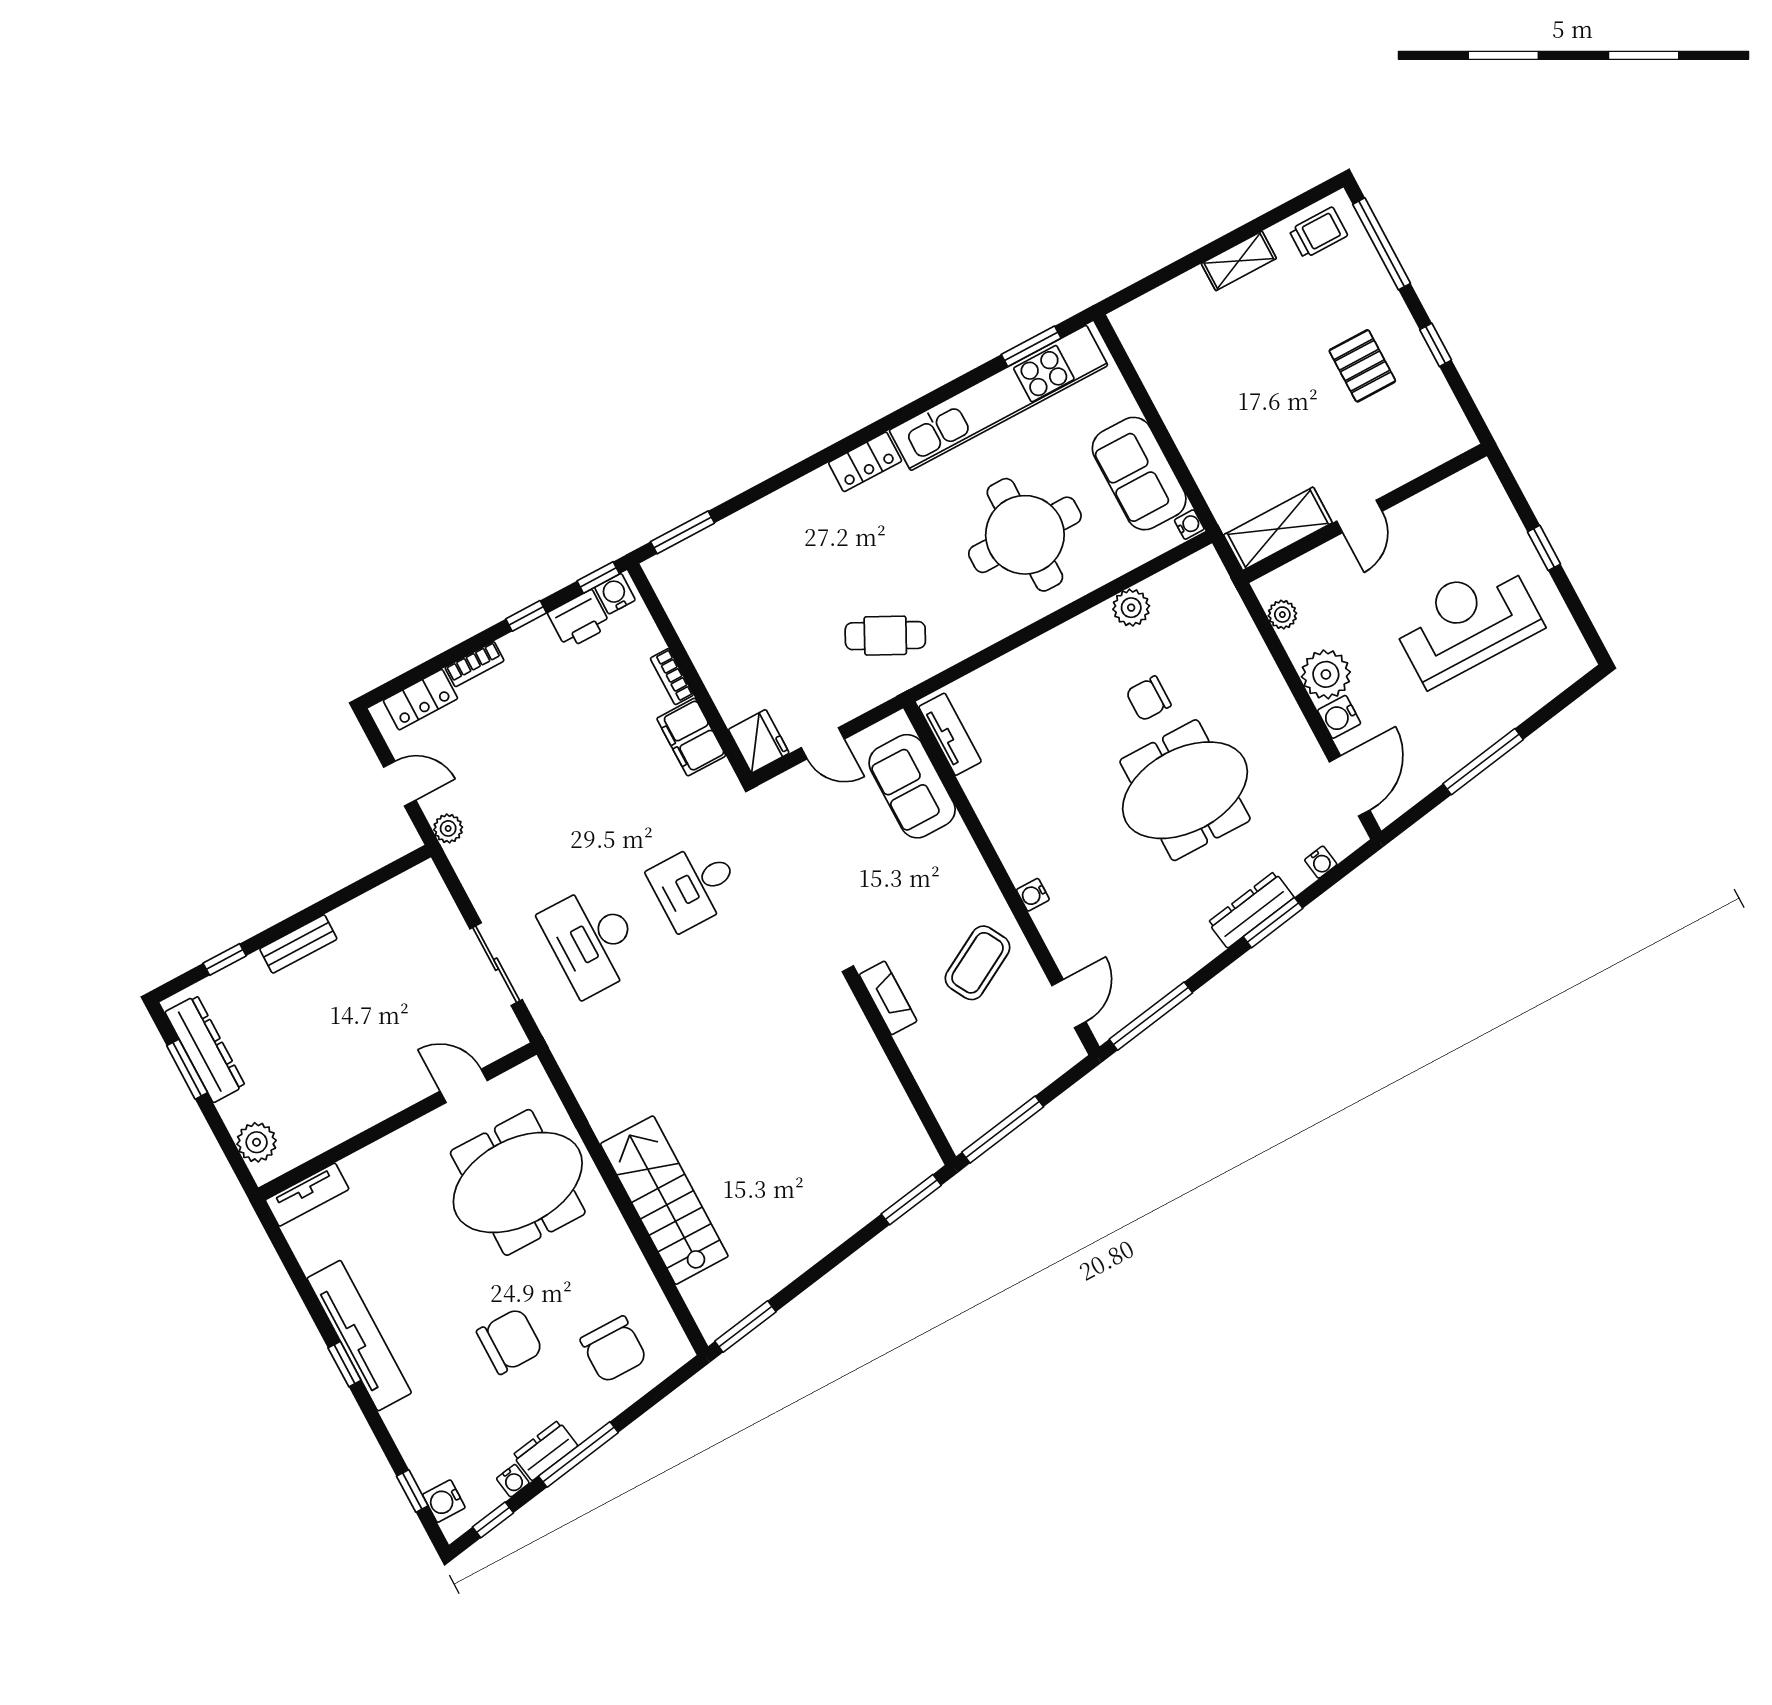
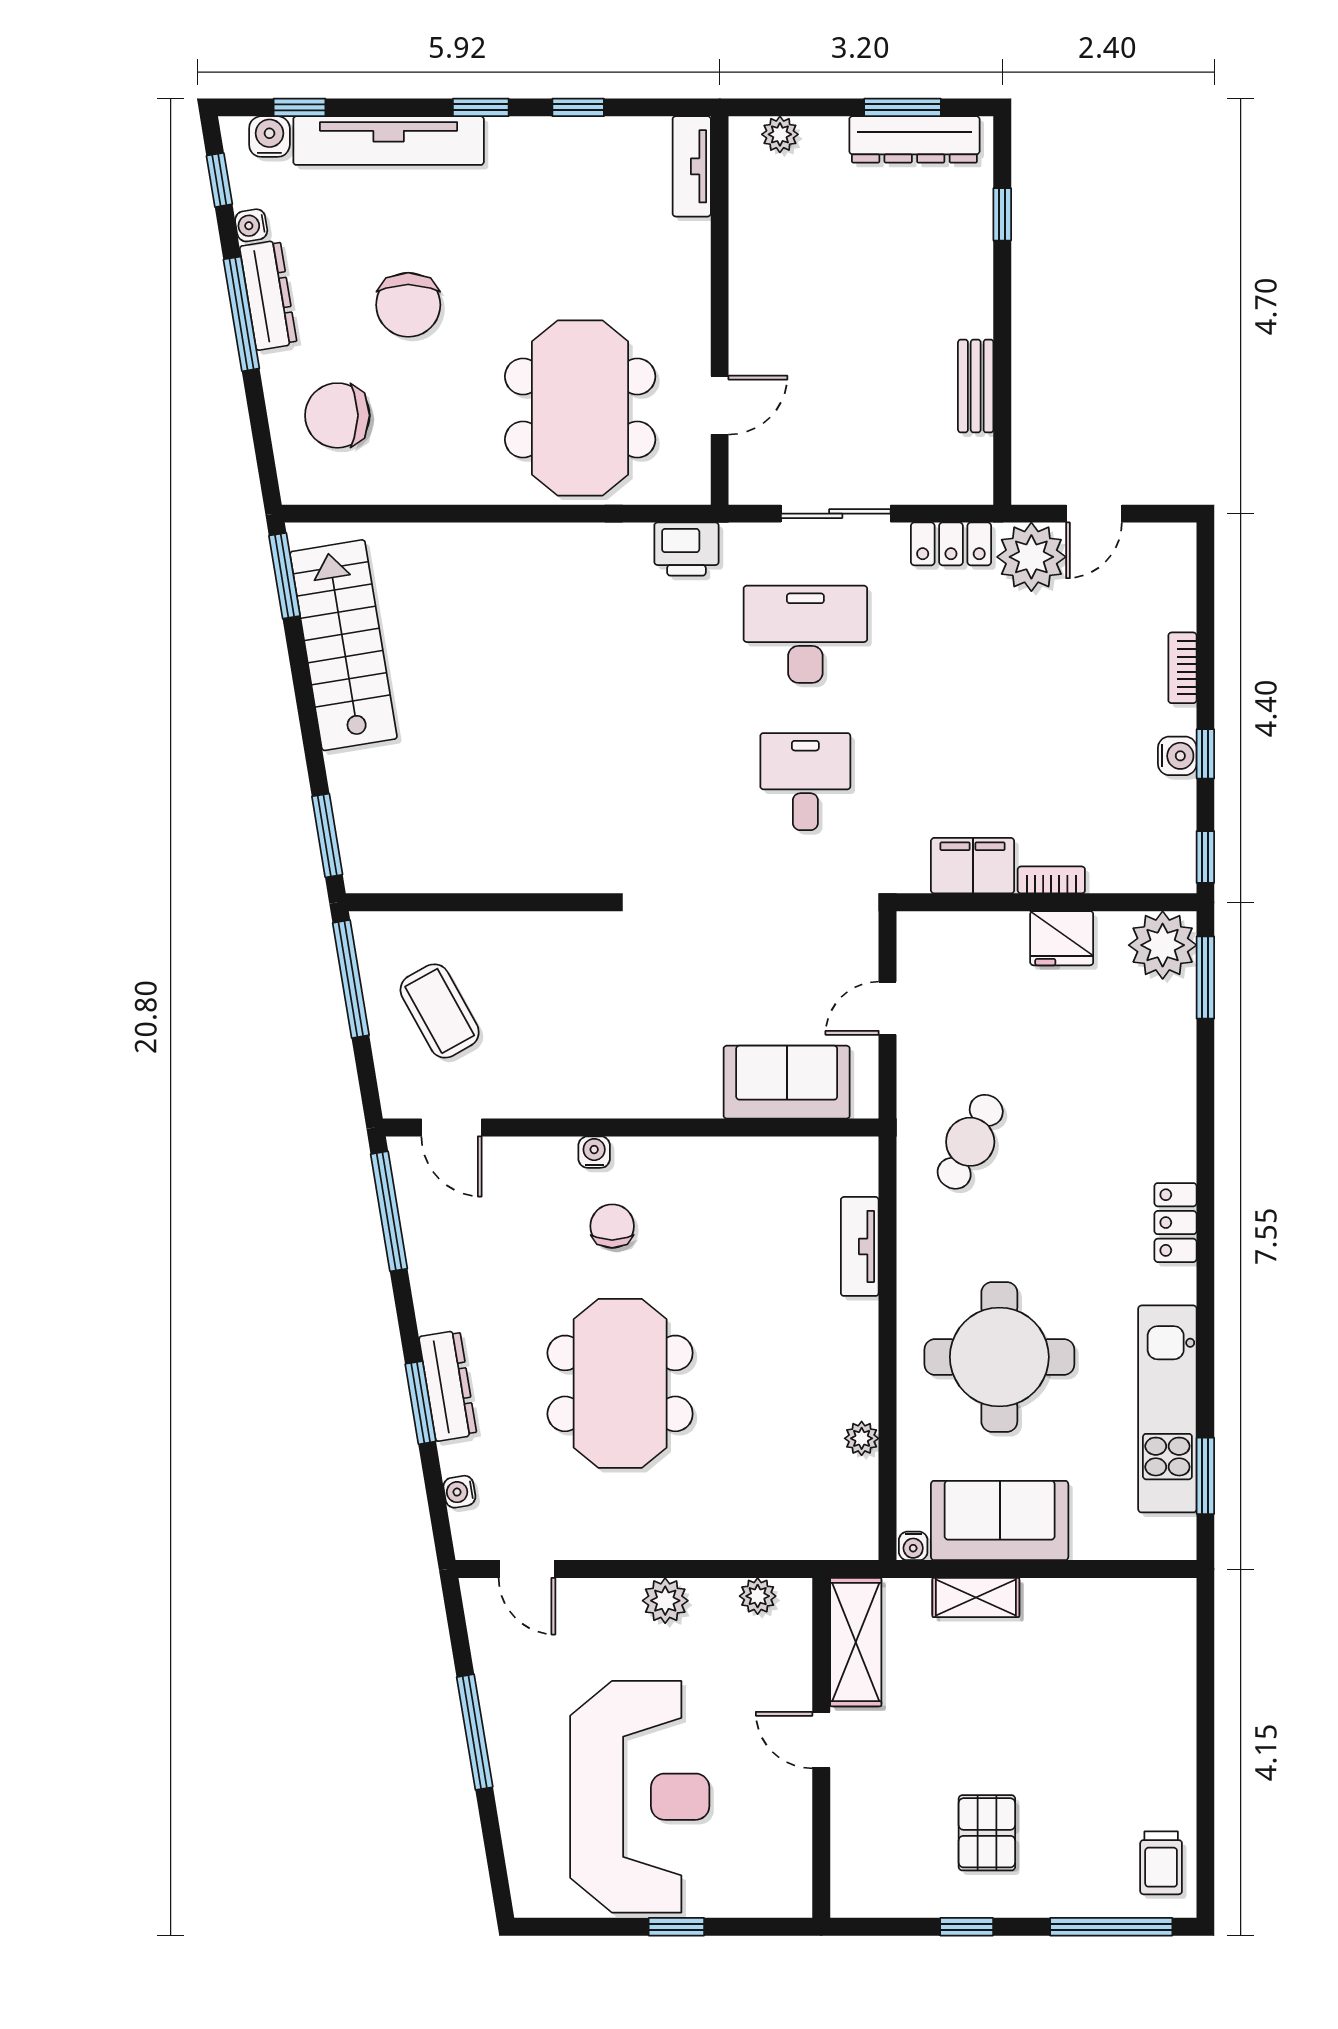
shelving: (1239, 261) -> (976, 1597), moved, turned 90
pallet: (1362, 366) -> (987, 1833), turned 90
kitchen unit: (998, 398) -> (1167, 1409), width x0.73
plant: (676, 574) -> (1163, 945), added
water cooler: (615, 594) -> (1177, 756), moved
plant: (1131, 608) -> (862, 1438), width x0.73, depth x0.73
printer: (579, 619) -> (686, 549), moved, turned -90
reception desk: (1467, 622) -> (640, 1797), width x1.36, depth x1.30
plant: (1326, 674) -> (665, 1601), width x0.73, depth x0.73
chair: (1148, 698) -> (612, 1226), moved
locker: (420, 700) -> (951, 544), moved, turned -90
water cooler: (1339, 717) -> (610, 1598), removed
tv unit: (950, 734) -> (860, 1246), moved, turned 90
fridge: (759, 741) -> (1062, 938), moved
door: (1350, 786) -> (527, 1569), width x0.73
plant: (448, 828) -> (1031, 557), width x1.87, depth x1.87
bench: (298, 944) -> (976, 386), moved
coffee table: (978, 963) -> (440, 1011), moved
fireplace: (888, 998) -> (565, 930), removed
plant: (257, 1142) -> (780, 134), width x0.73, depth x0.73
stairs: (664, 1200) -> (343, 645), moved, turned -99
window: (308, 1296) -> (578, 107), added
tv unit: (359, 1336) -> (389, 141), moved
dresser: (545, 1450) -> (268, 295), width x1.44

